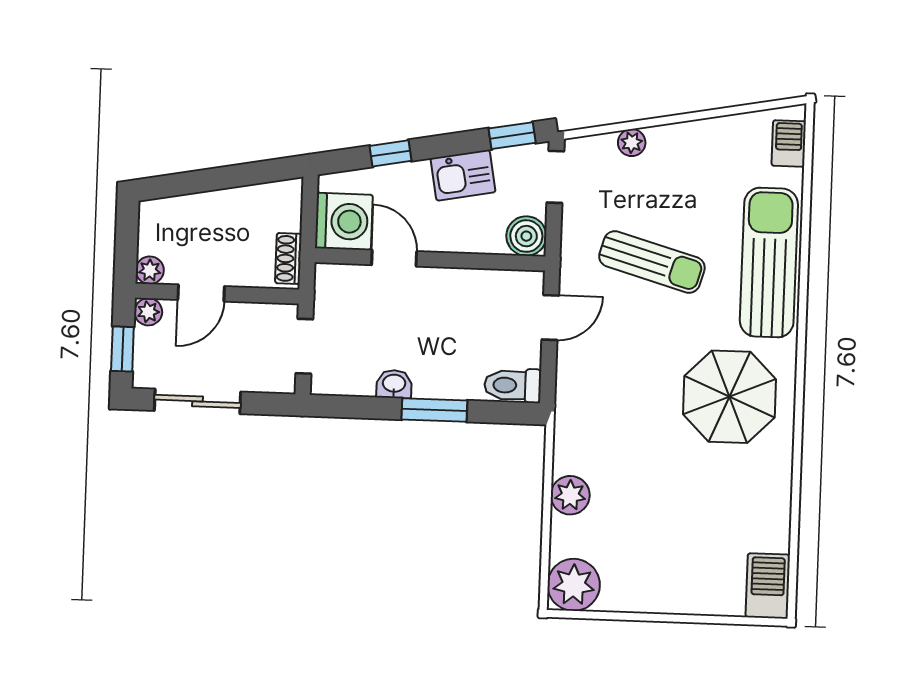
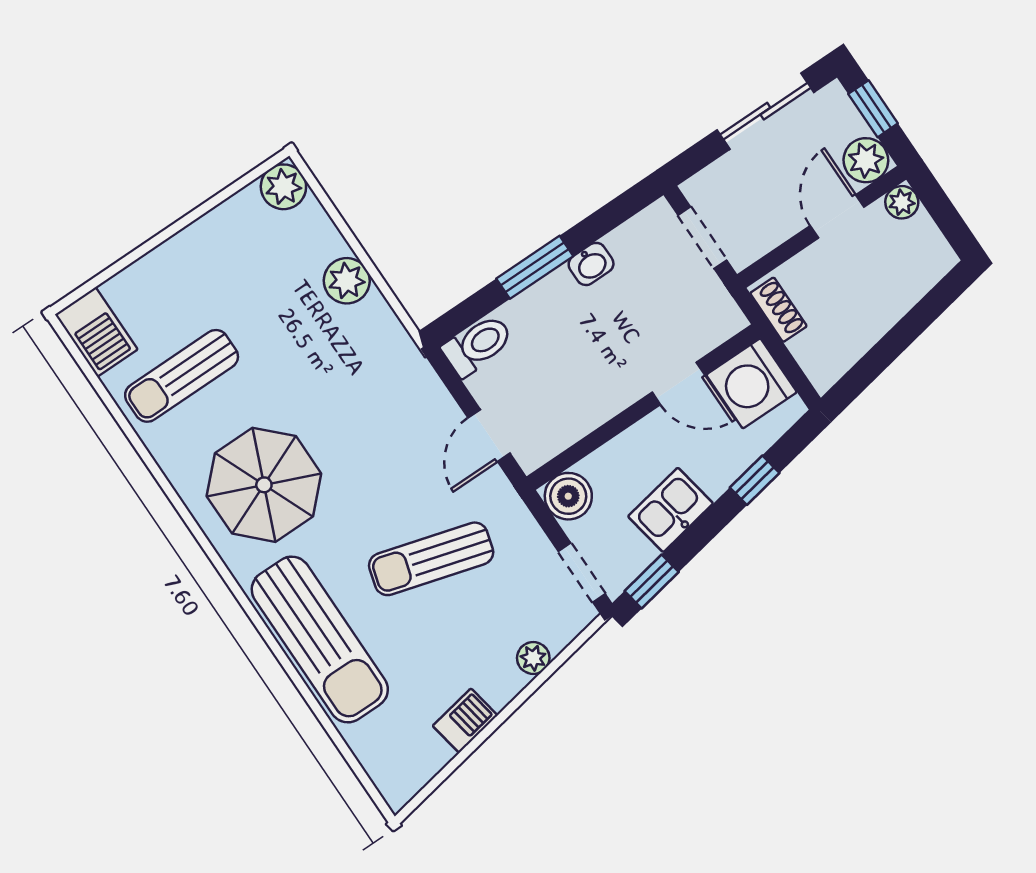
barbecue: (789, 143) -> (465, 721), moved, turned -100
plant: (148, 312) -> (866, 160), width x1.38, depth x1.38
sun lounger: (731, 513) -> (182, 376), added
plant: (574, 585) -> (283, 187), width x0.73, depth x0.73

